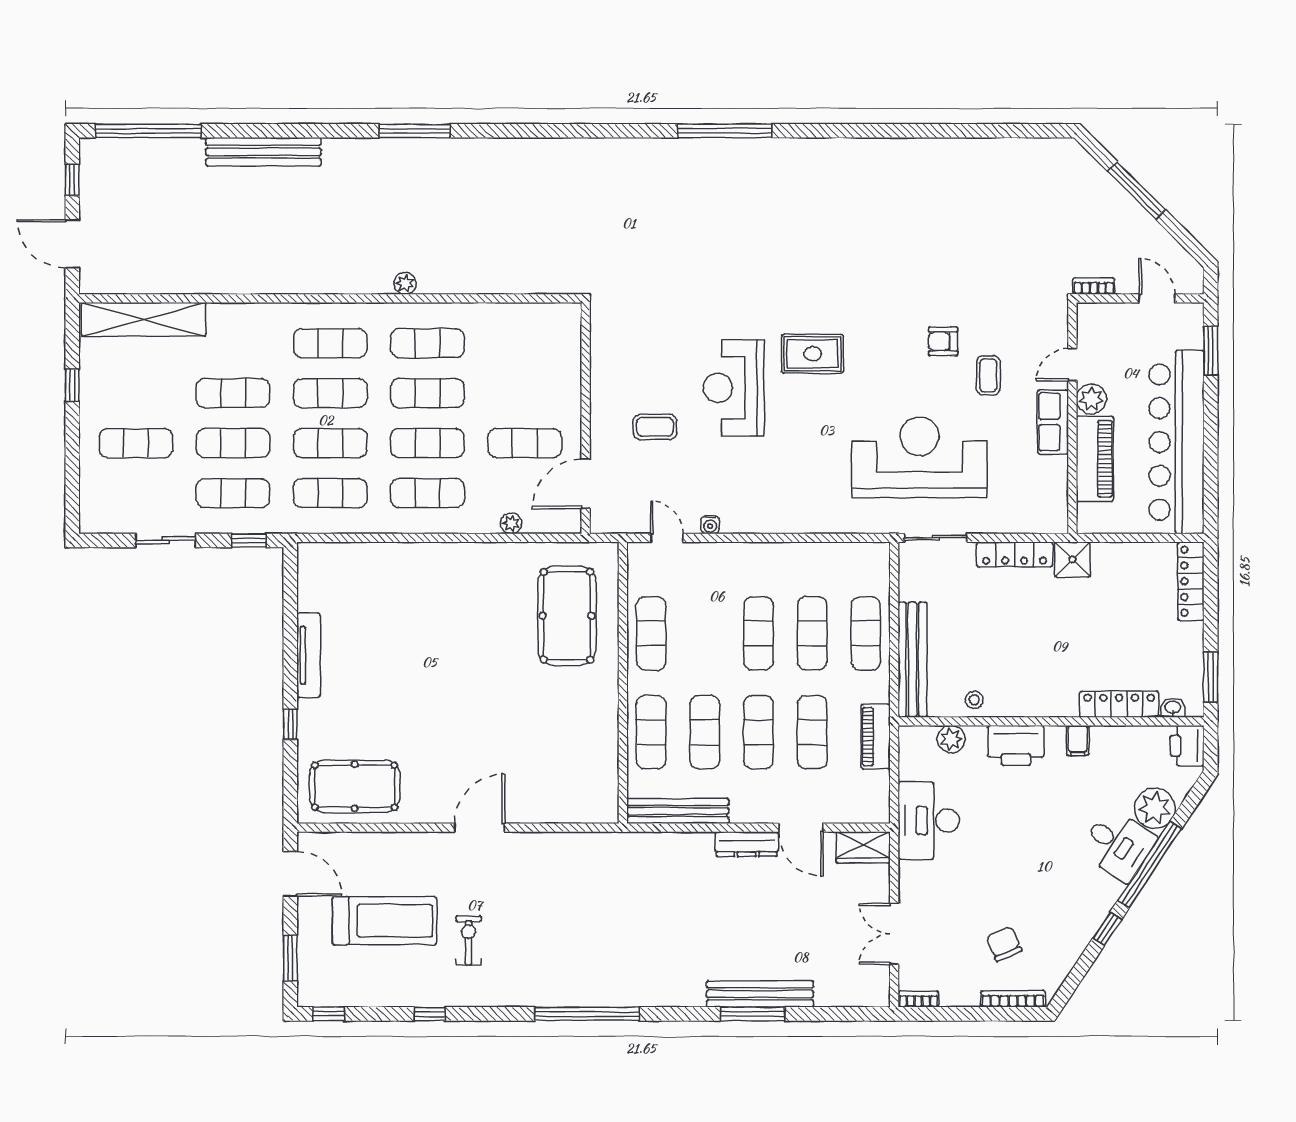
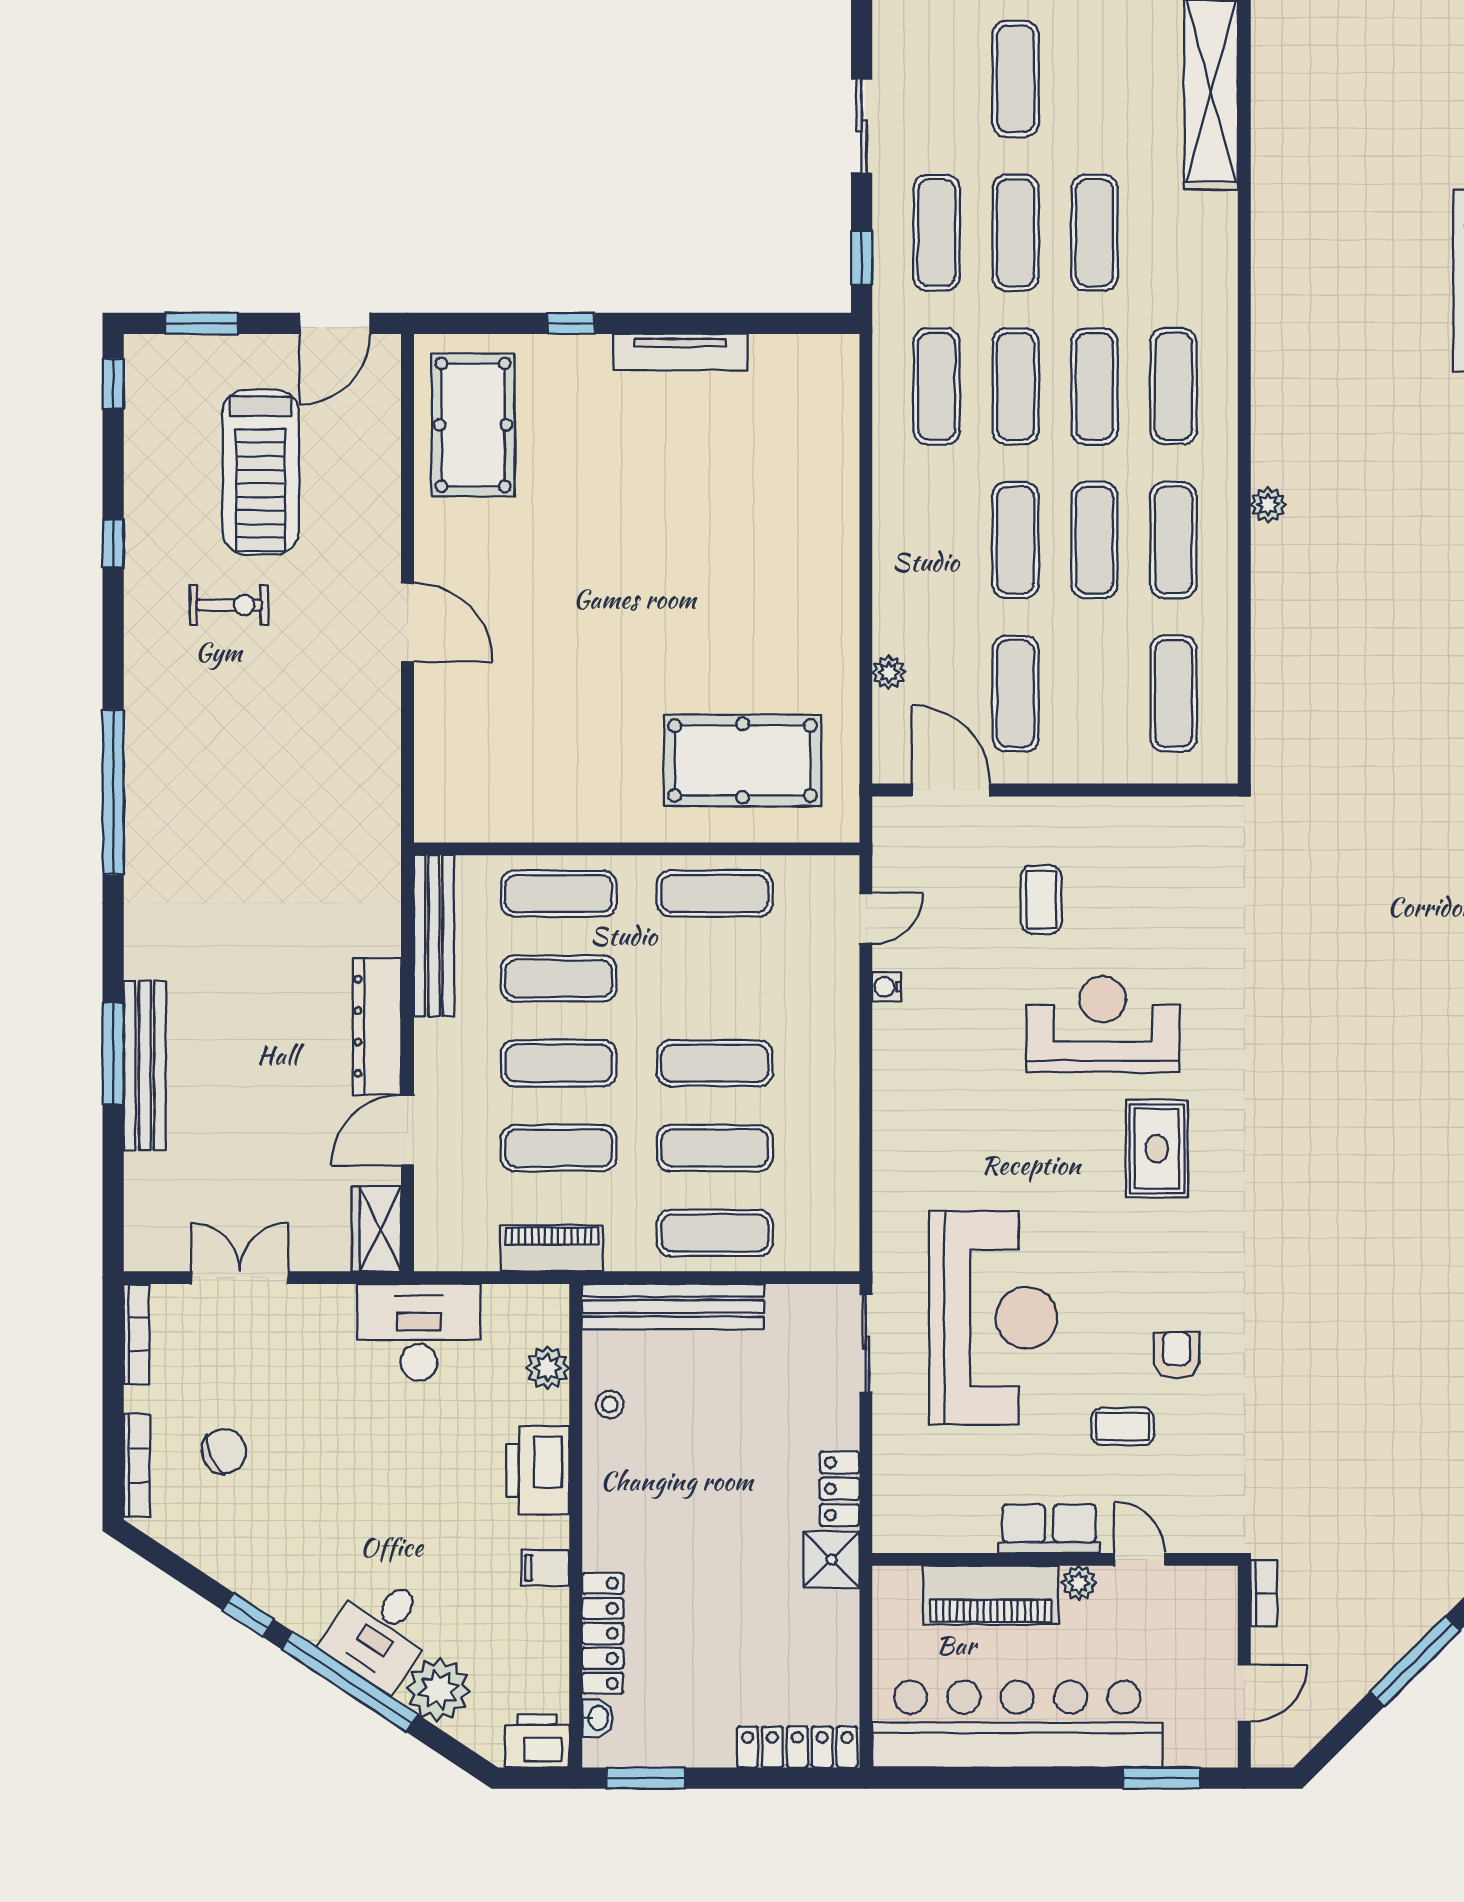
plant: (1091, 399) -> (1079, 1583), width x0.73, depth x0.73
exercise mat: (427, 493) -> (1173, 694), moved
locker: (1015, 554) -> (840, 1489), width x0.66
dresser: (747, 844) -> (377, 1026), width x1.37, depth x1.24
bookcase: (918, 999) -> (137, 1334), width x1.56

